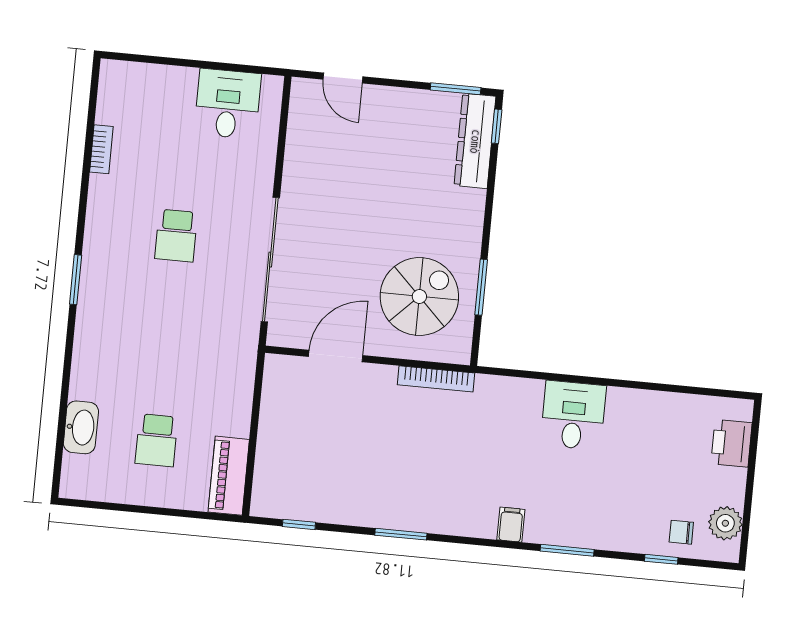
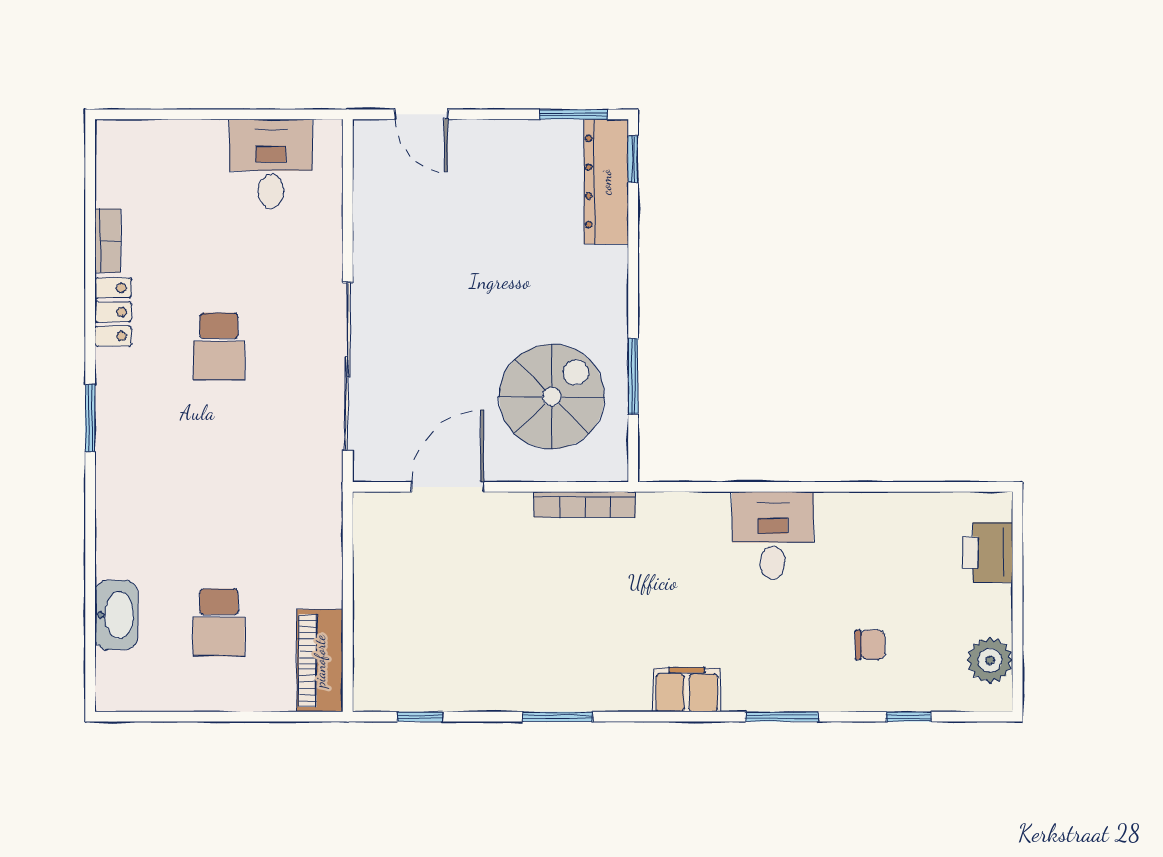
locker: (100, 202) -> (113, 312), added
filing cabinet: (511, 525) -> (687, 690), width x2.00
chair: (681, 532) -> (870, 645), moved, turned 180

